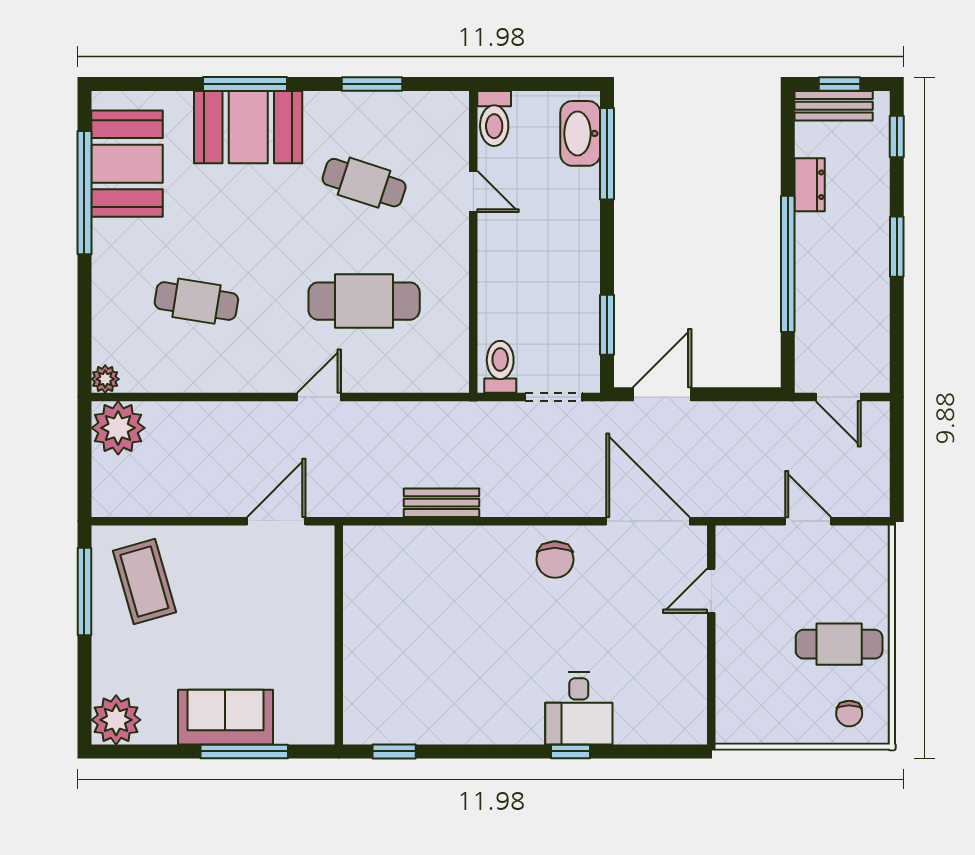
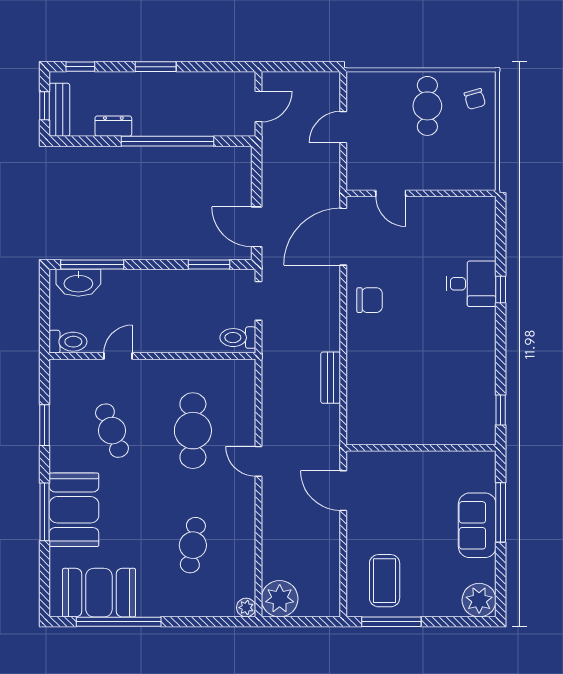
cafe table: (364, 183) -> (112, 431), turned -39
coffee table: (144, 581) -> (385, 581), turned -74
chair: (849, 714) -> (475, 99), turned 74

